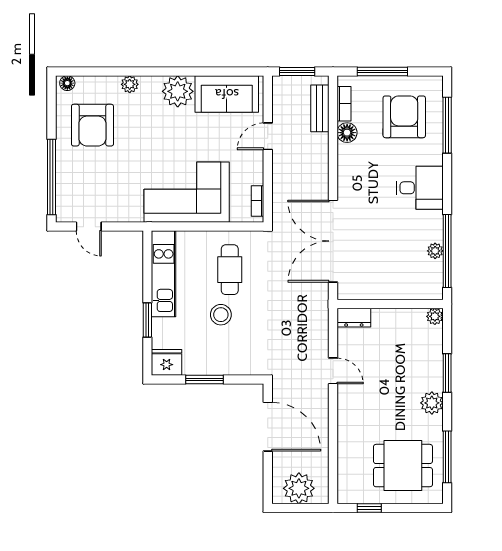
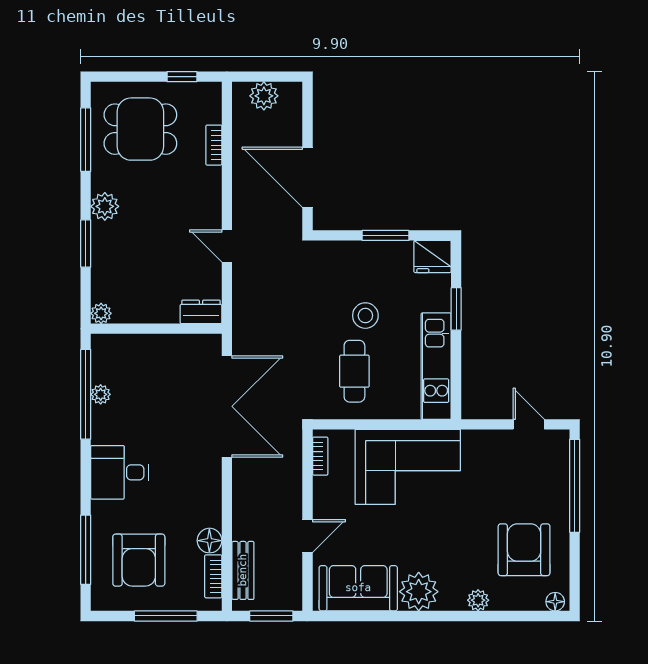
bookcase: (344, 453) -> (214, 145), added
plant: (299, 488) -> (264, 96), width x0.73, depth x0.73

